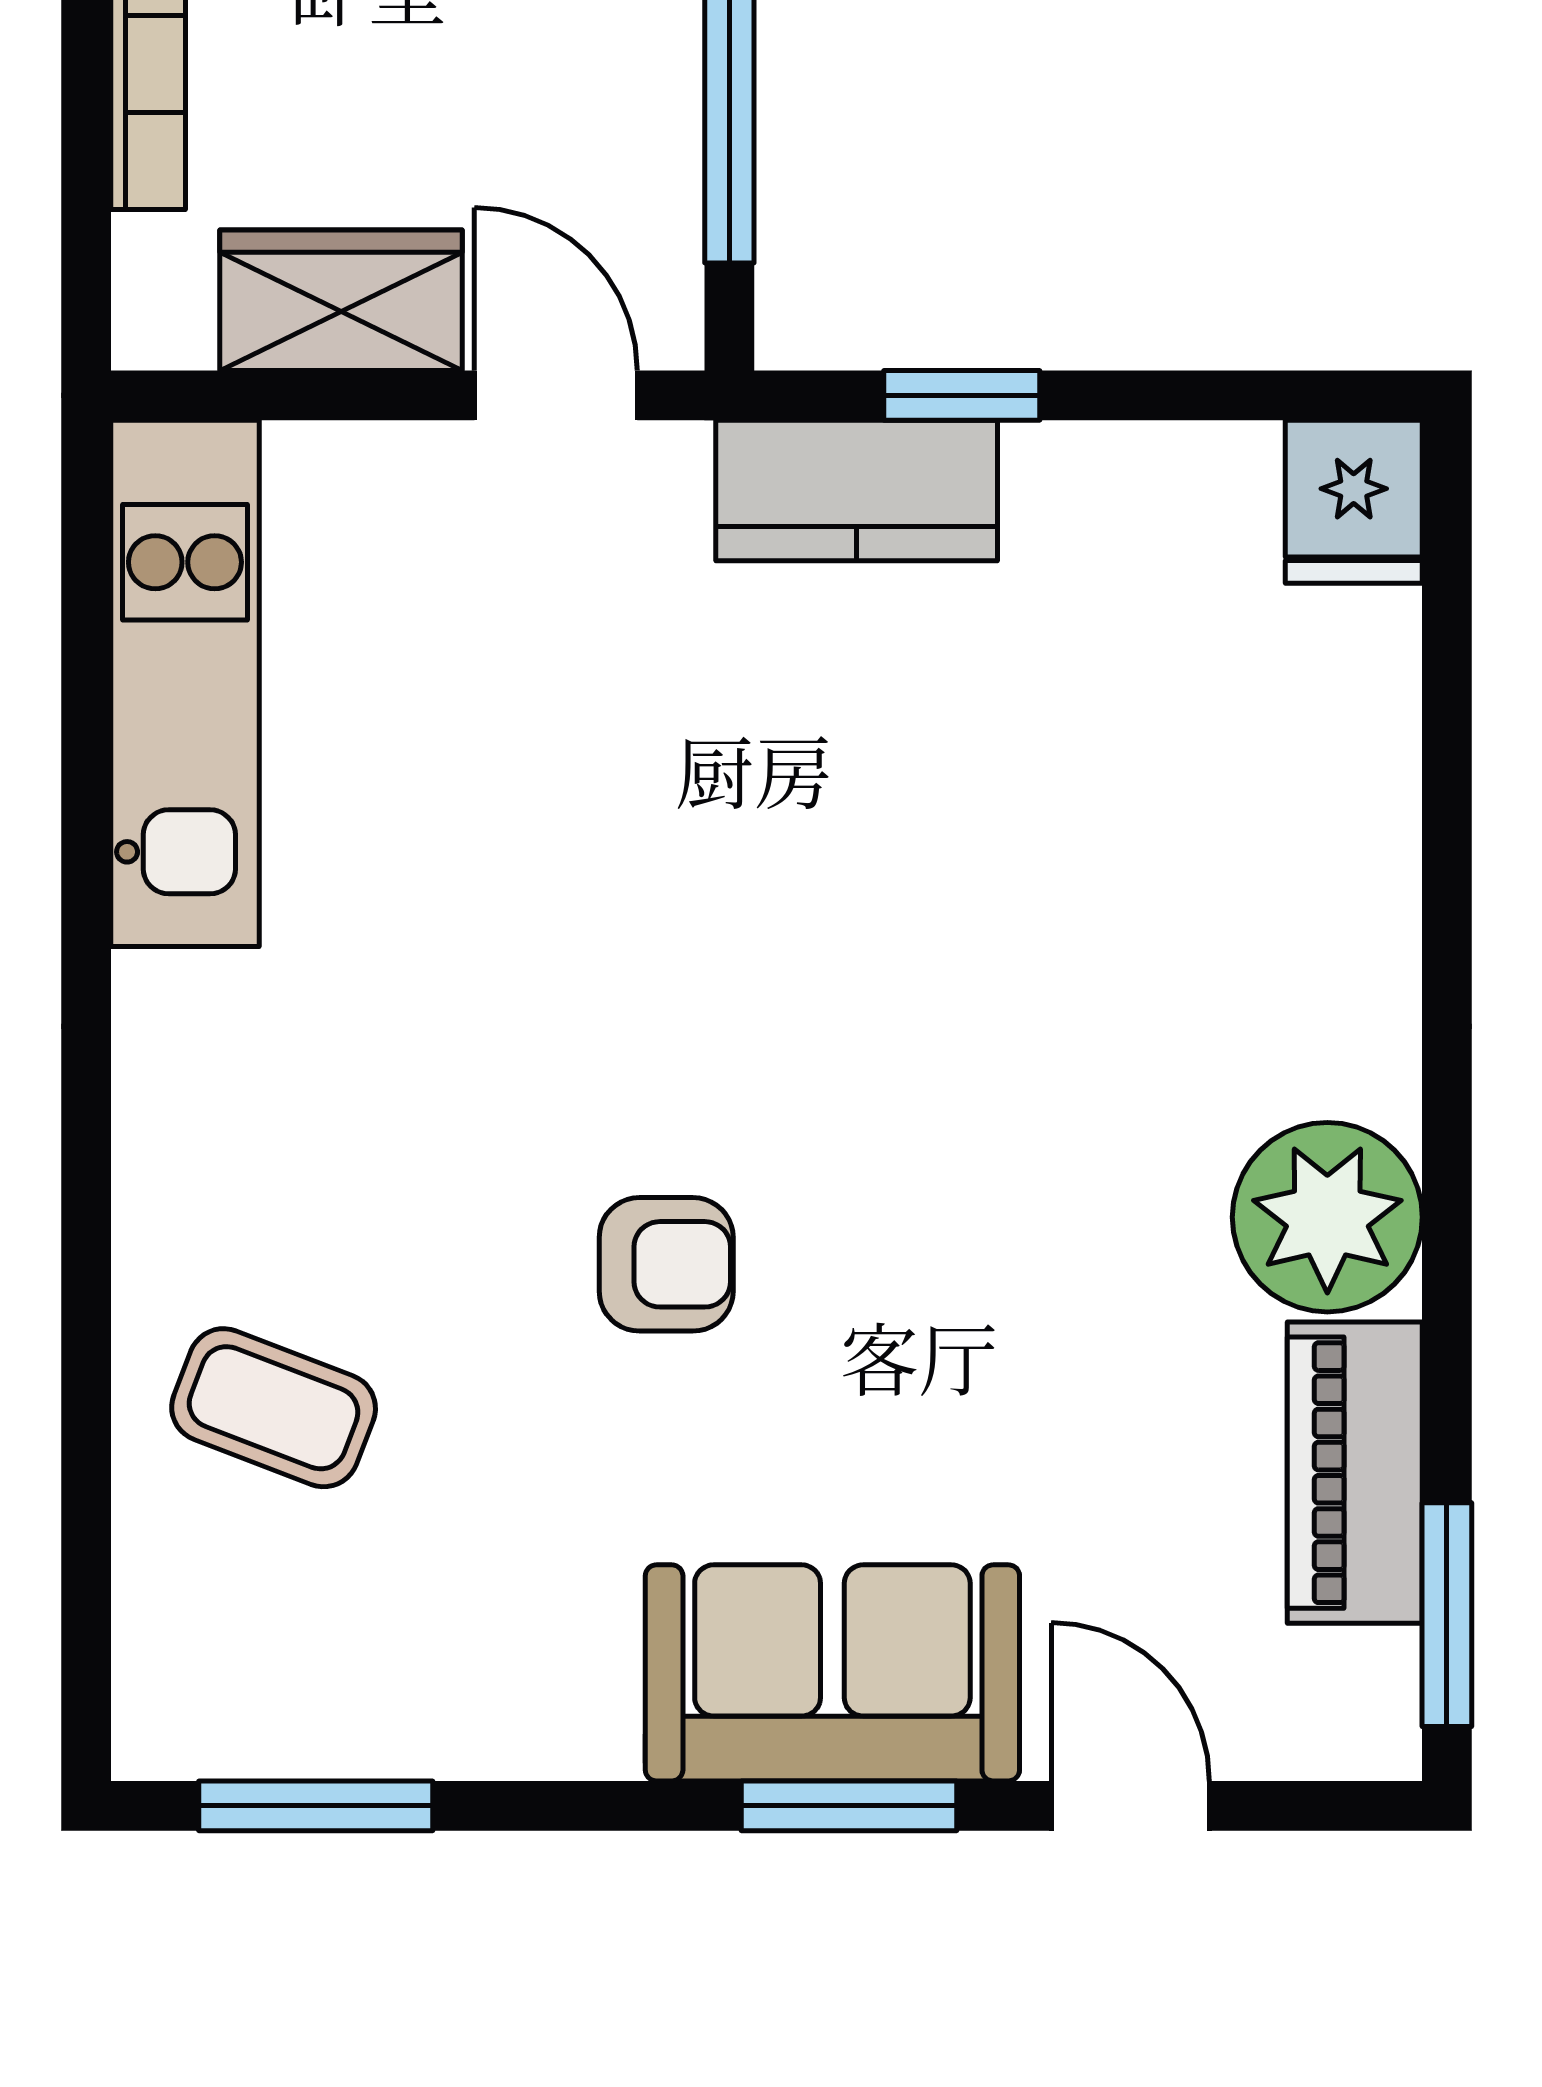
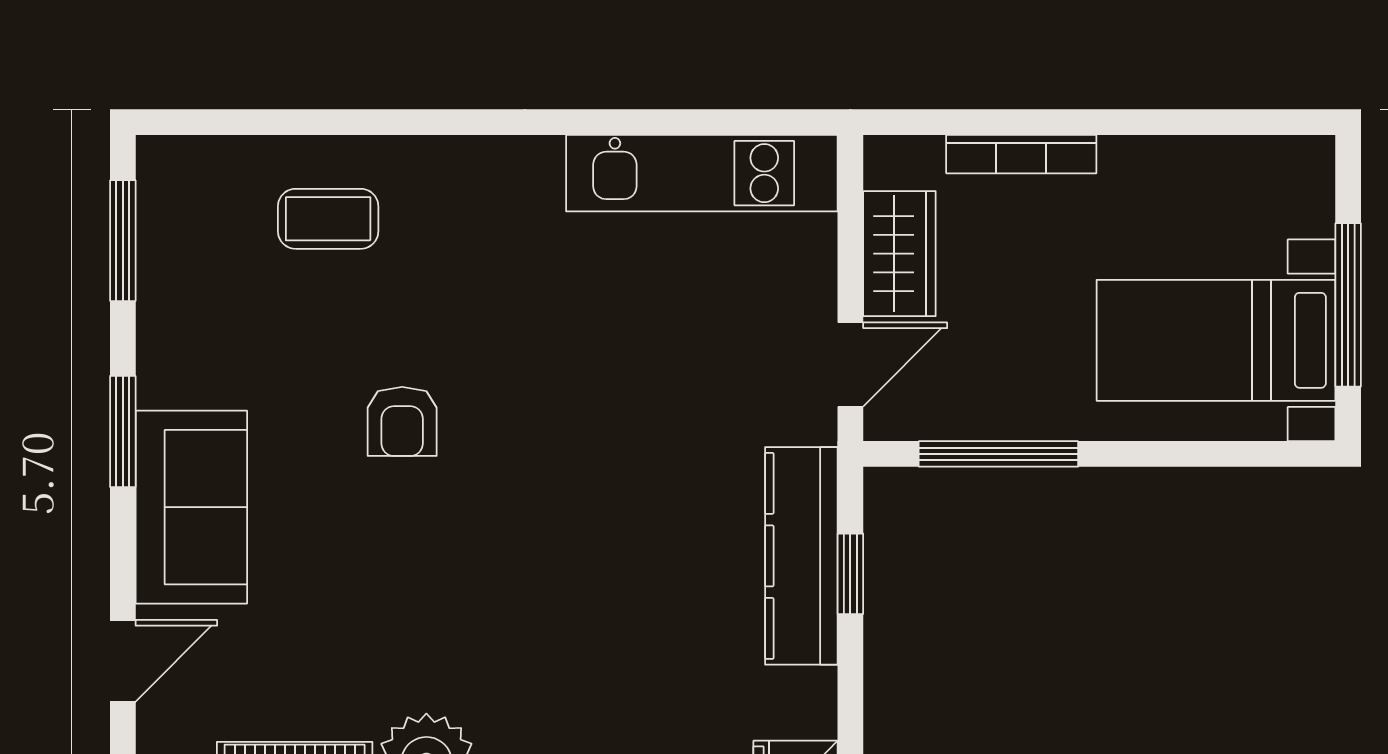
kitchen counter: (857, 490) -> (801, 556), width x1.50
coffee table: (274, 1408) -> (328, 219), turned 69
window: (849, 1806) -> (123, 432), moved

